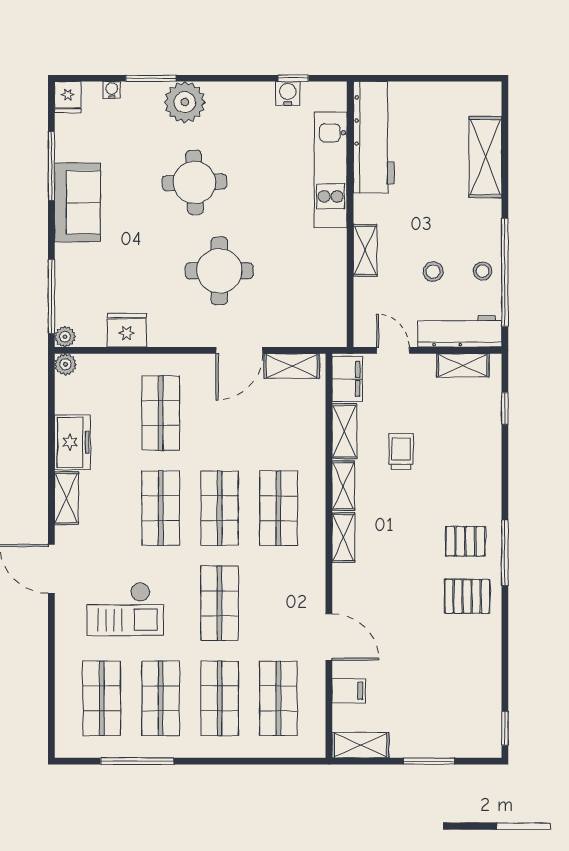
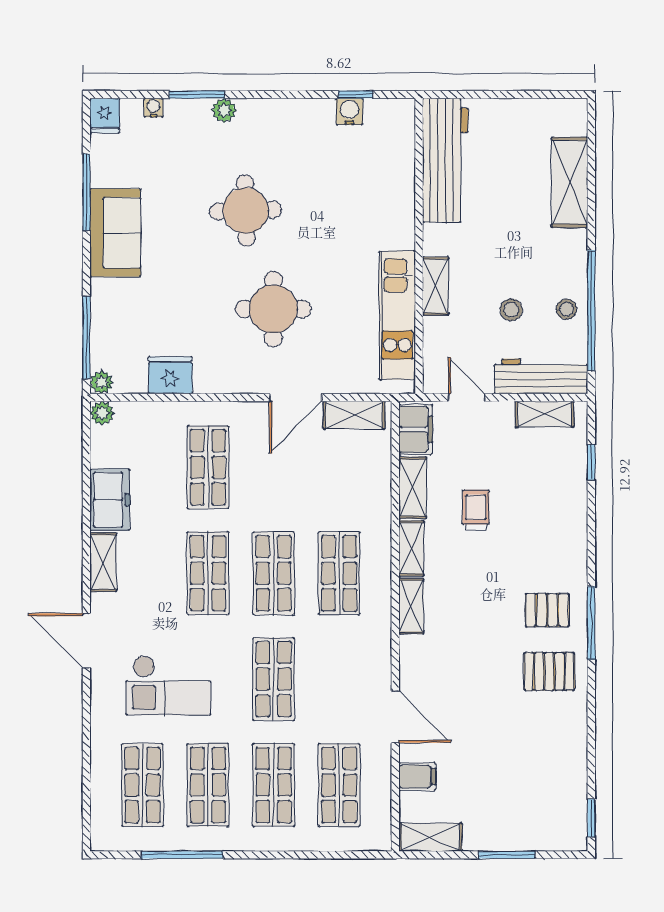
plant: (185, 102) -> (224, 110), width x0.53, depth x0.53
kitchen unit: (331, 170) -> (397, 315), moved

